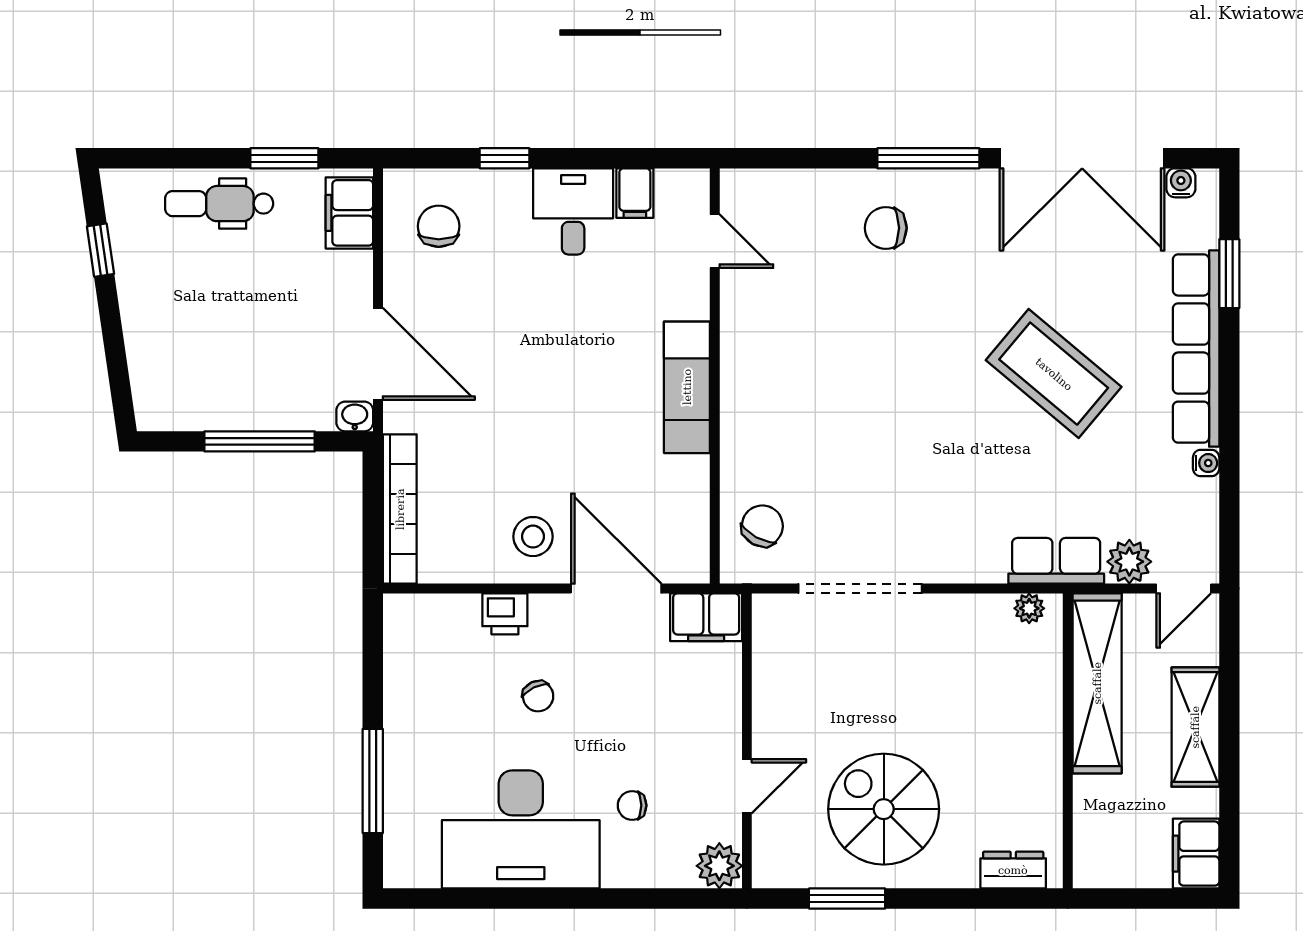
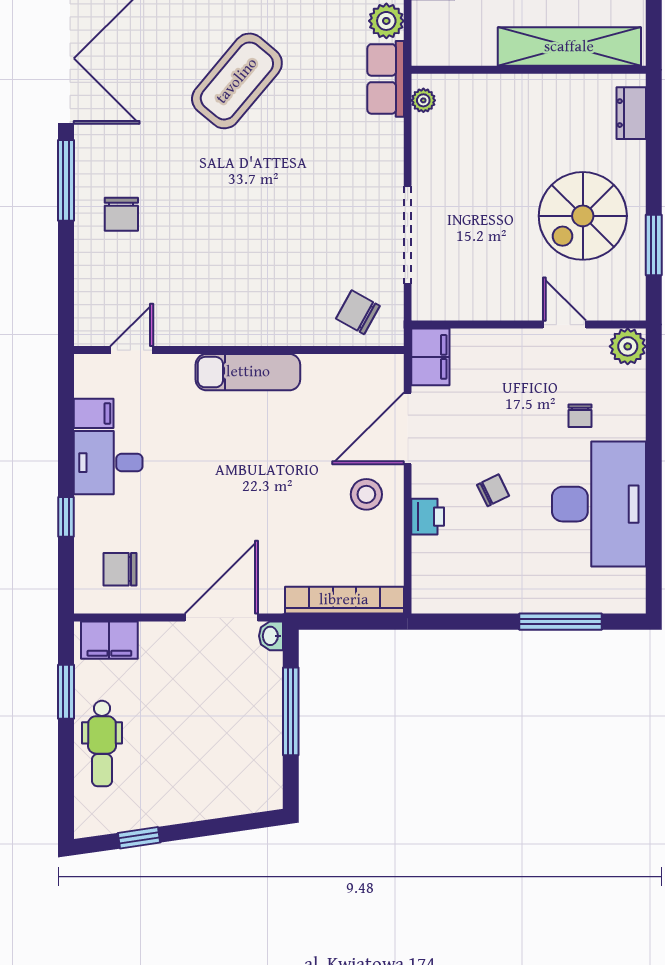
shelving: (1097, 683) -> (569, 47), moved

